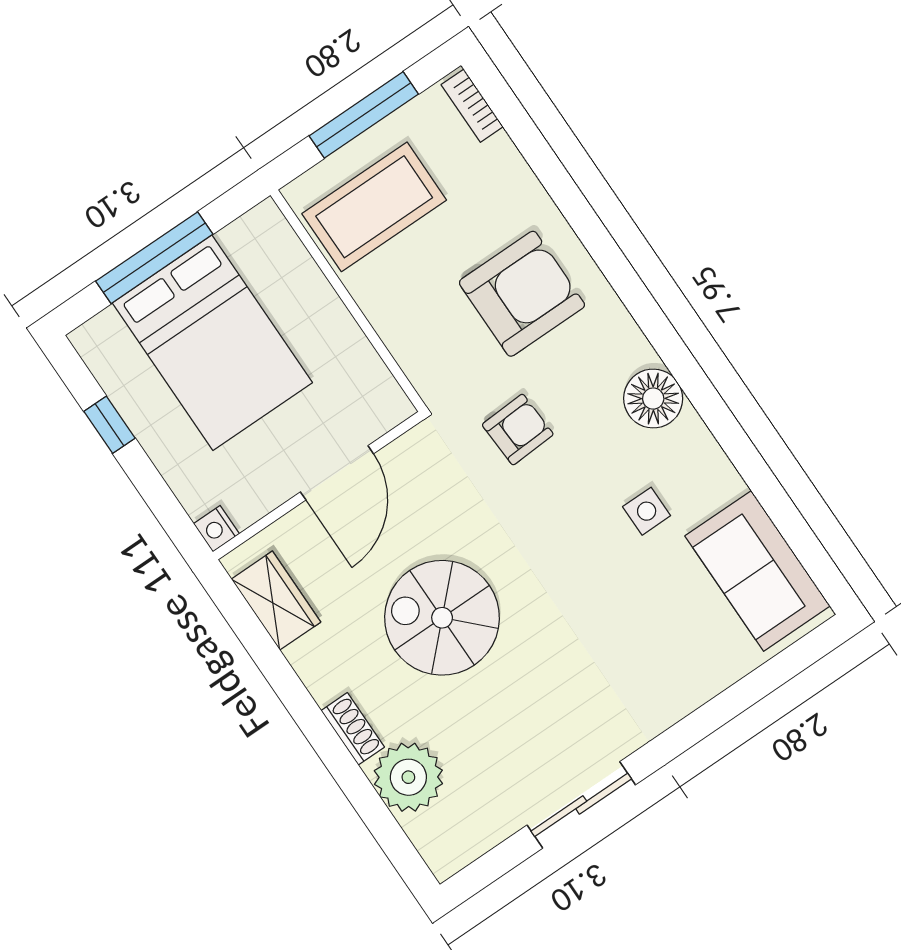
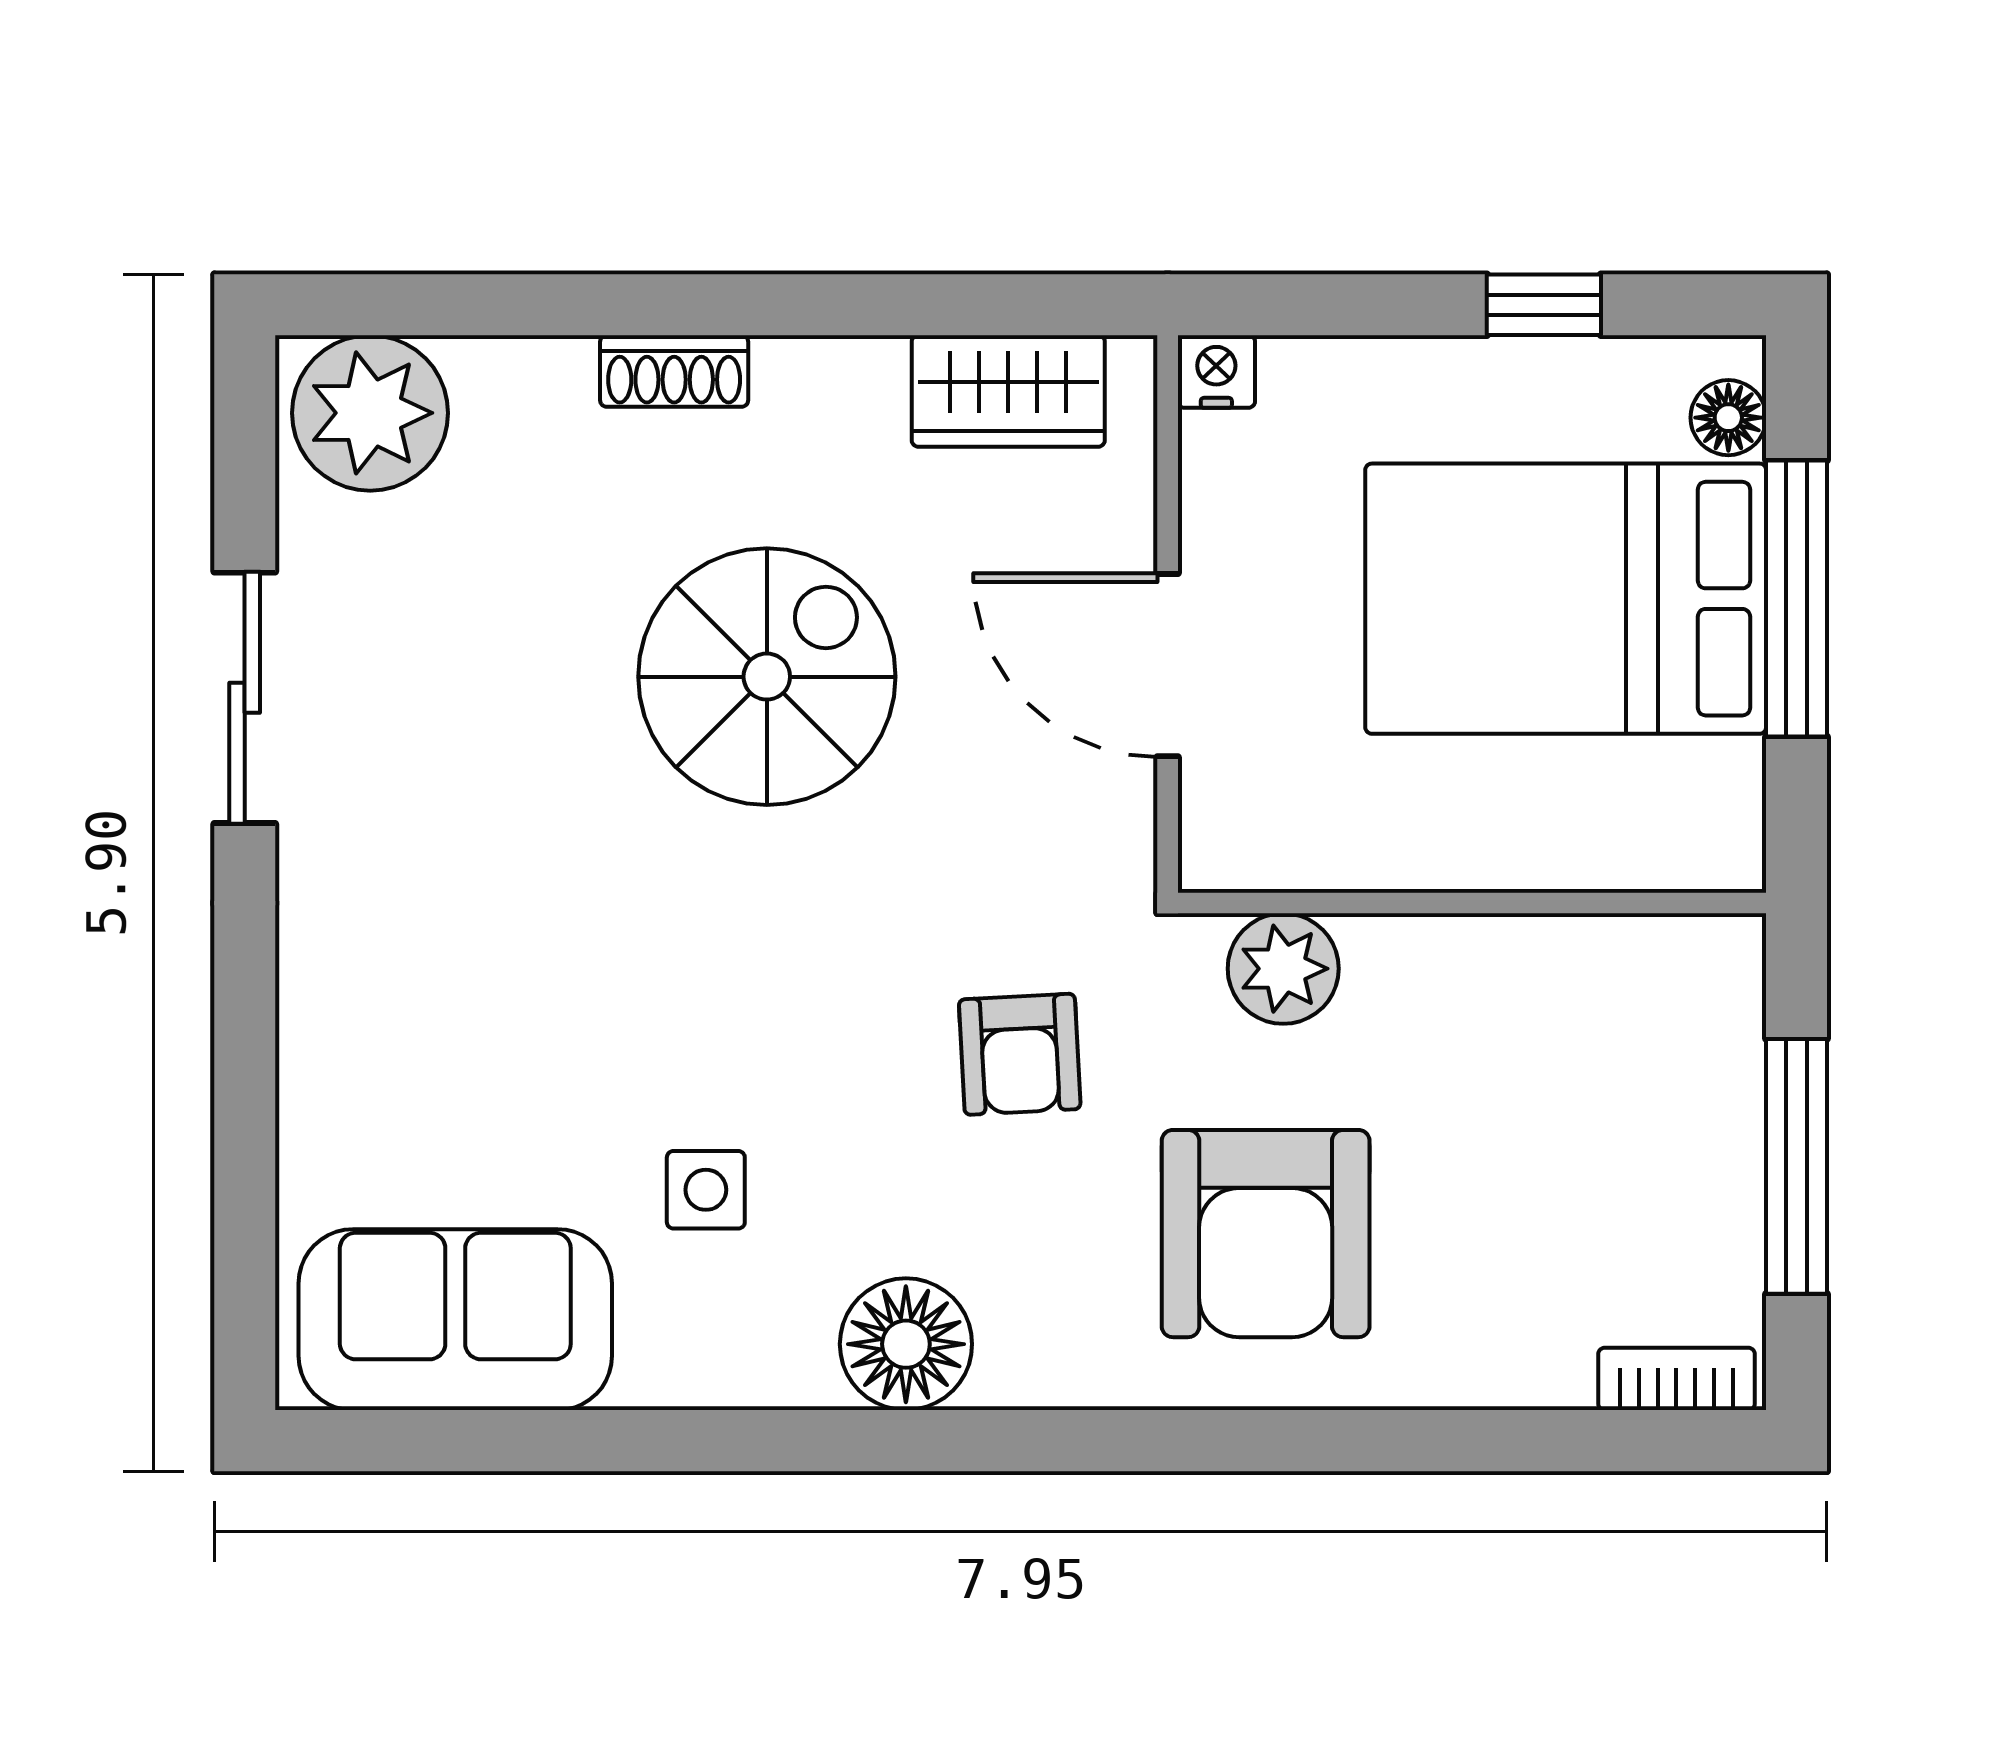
coffee table: (374, 207) -> (1613, 1070), removed
floor lamp: (105, 328) -> (1728, 418), added
plant: (420, 354) -> (1283, 969), added
plant: (408, 777) -> (370, 413), moved

